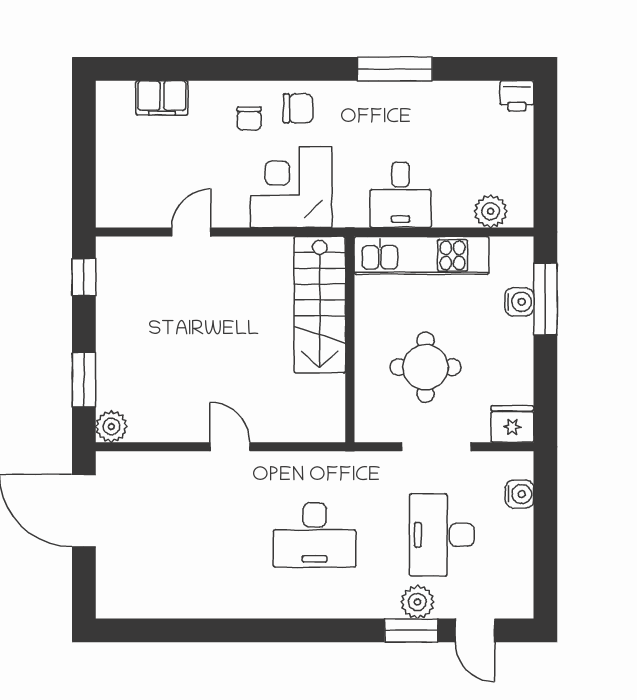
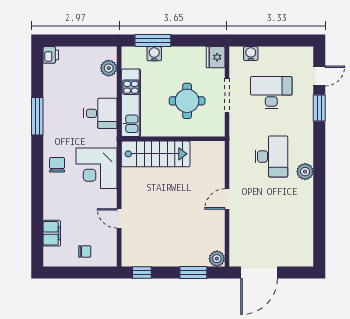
chair: (249, 119) -> (85, 251), moved
desk: (442, 535) -> (271, 93), turned 180
plant: (417, 602) -> (305, 172), moved

